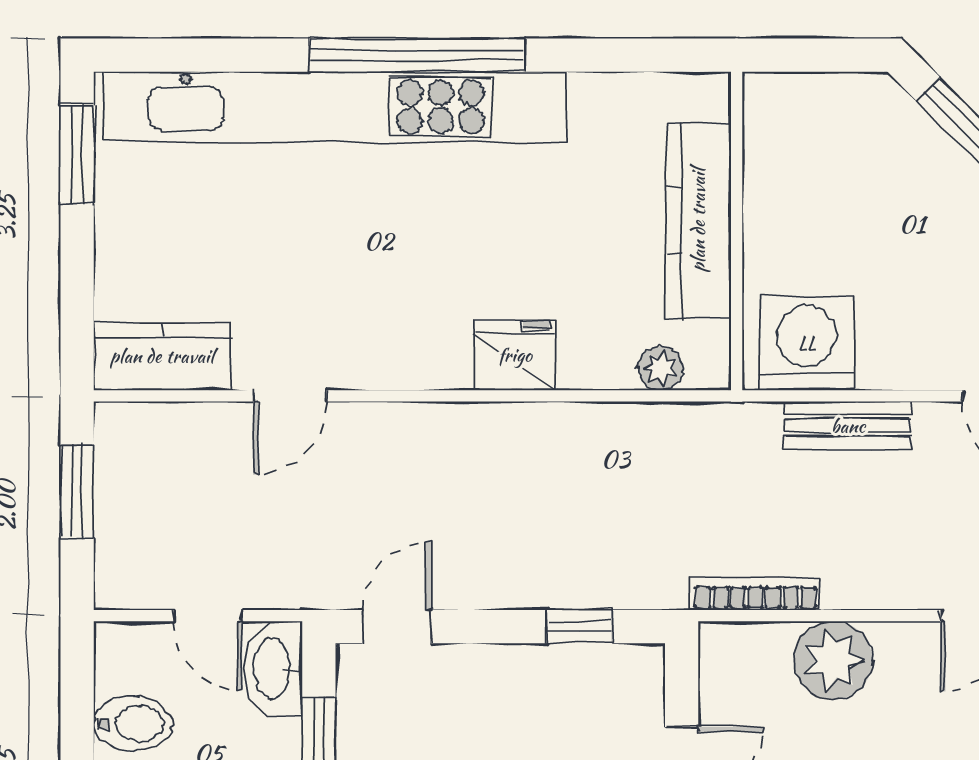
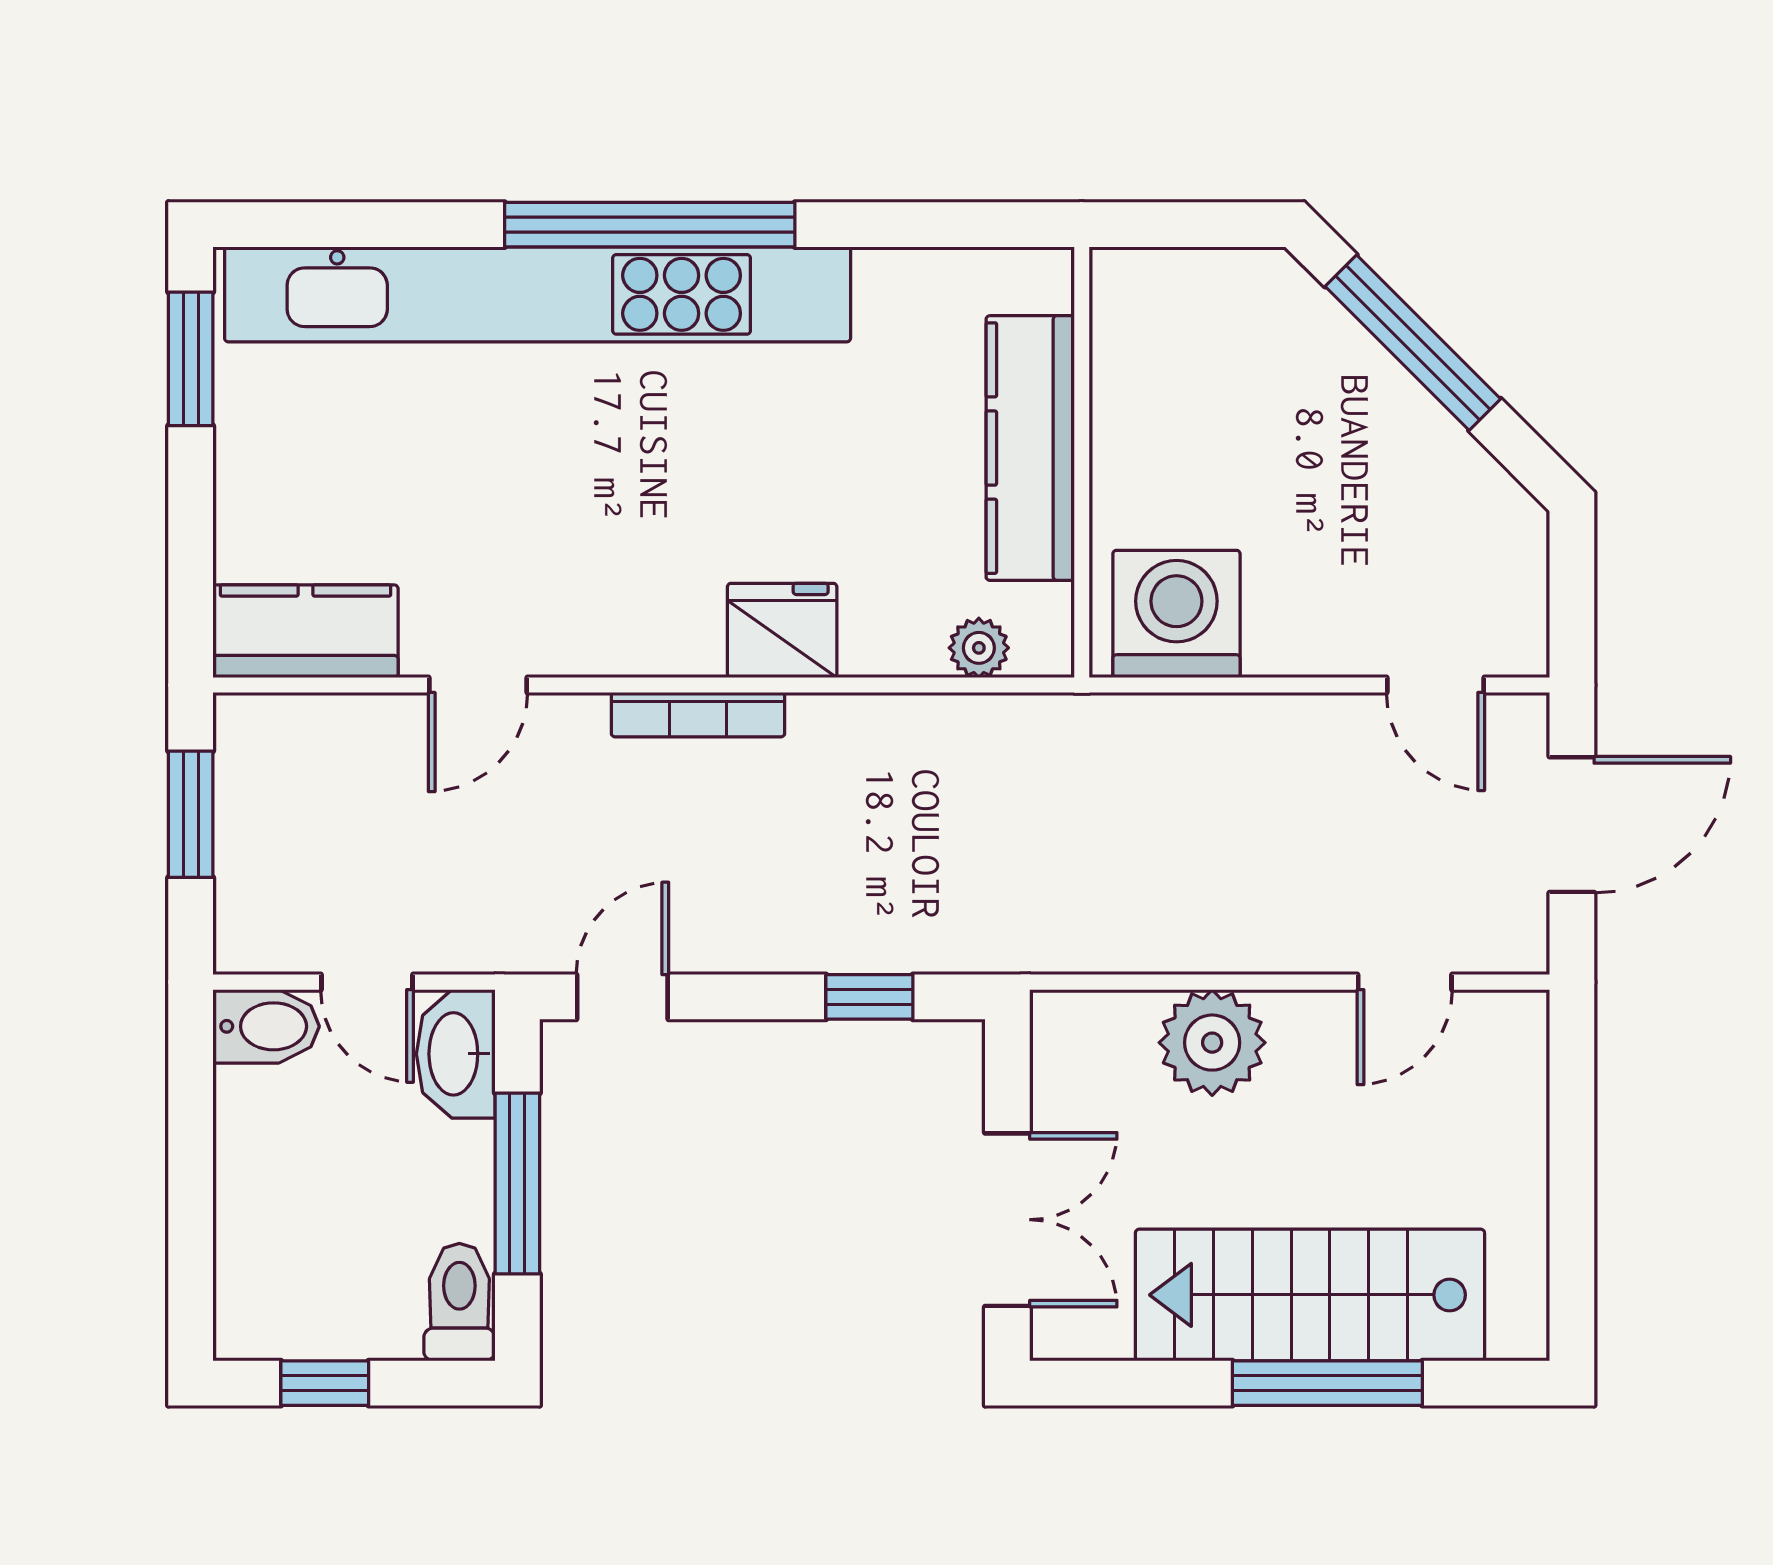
bench: (848, 426) -> (1232, 725), removed
bookcase: (755, 594) -> (698, 715), moved, turned 180
bidet: (133, 724) -> (266, 1026), moved

